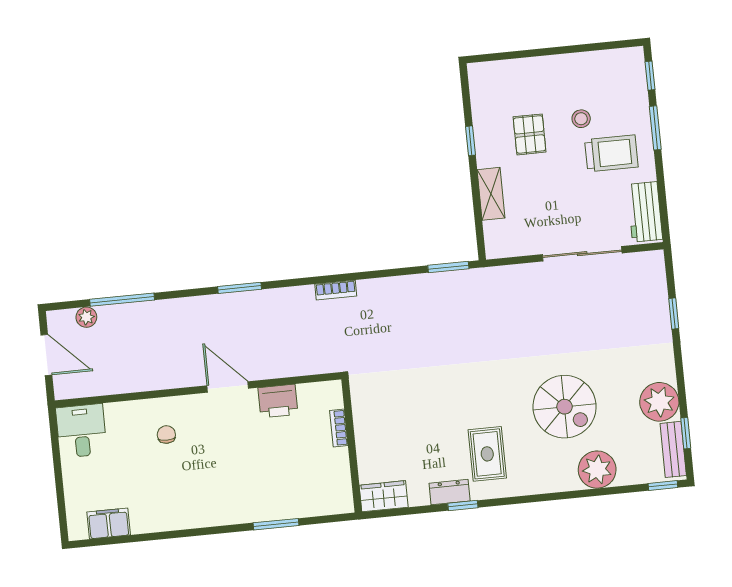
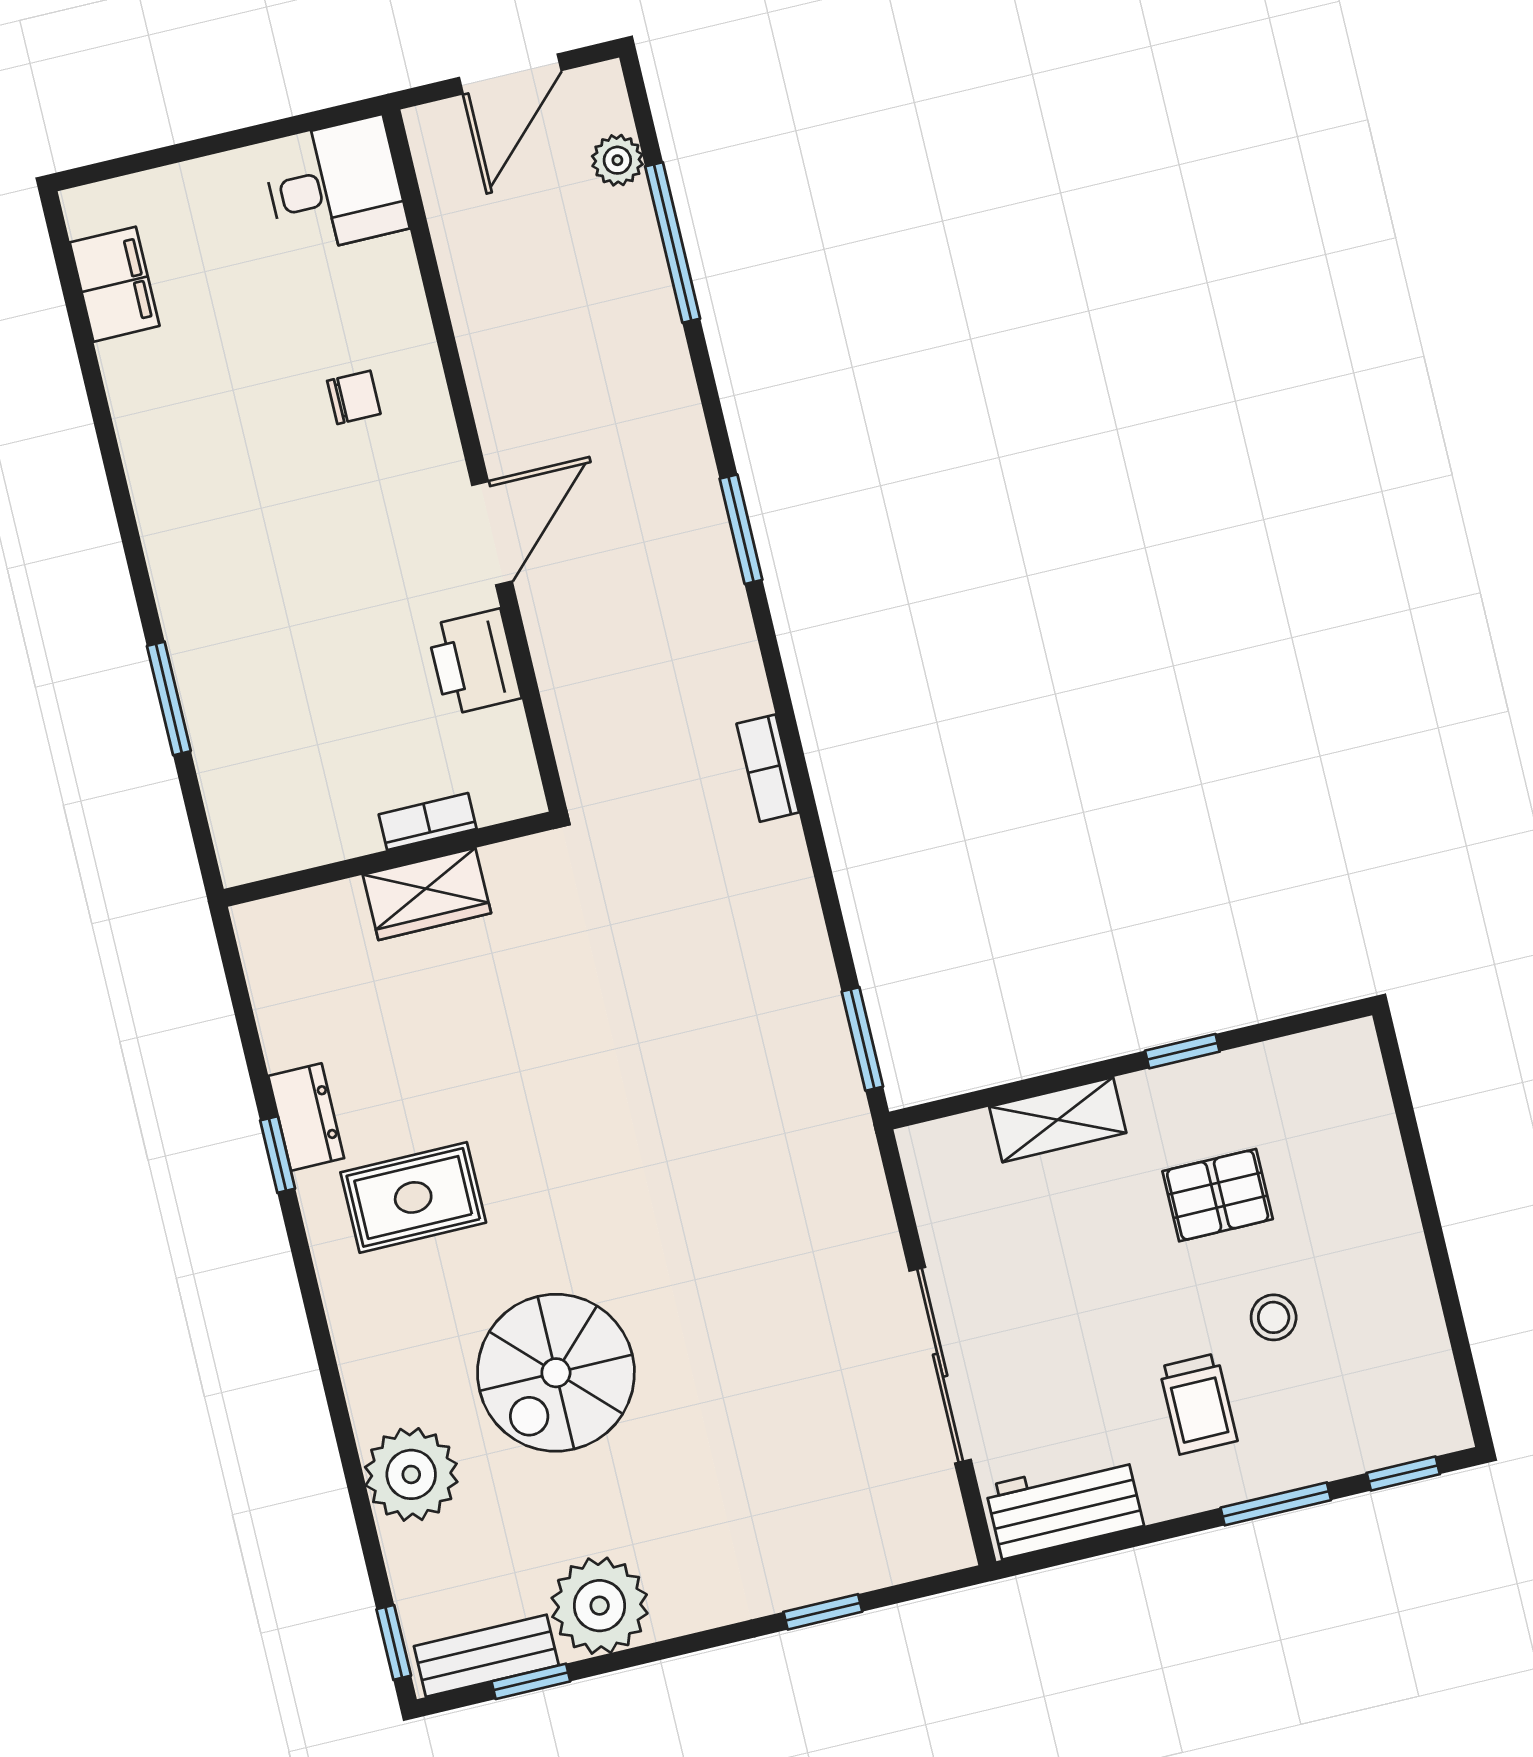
trolley: (611, 153) -> (1198, 1404), width x0.73, depth x0.72
wardrobe: (384, 496) -> (427, 894), moved, turned 90

